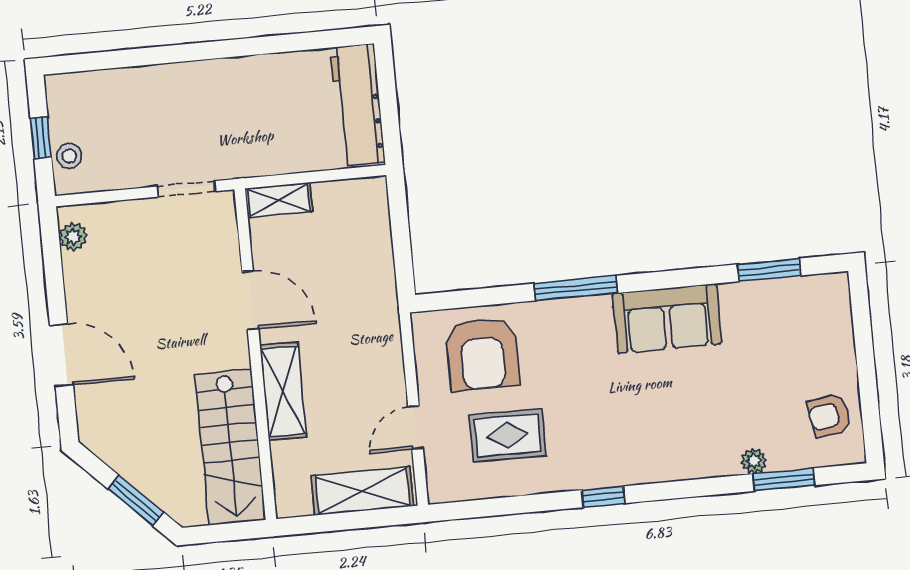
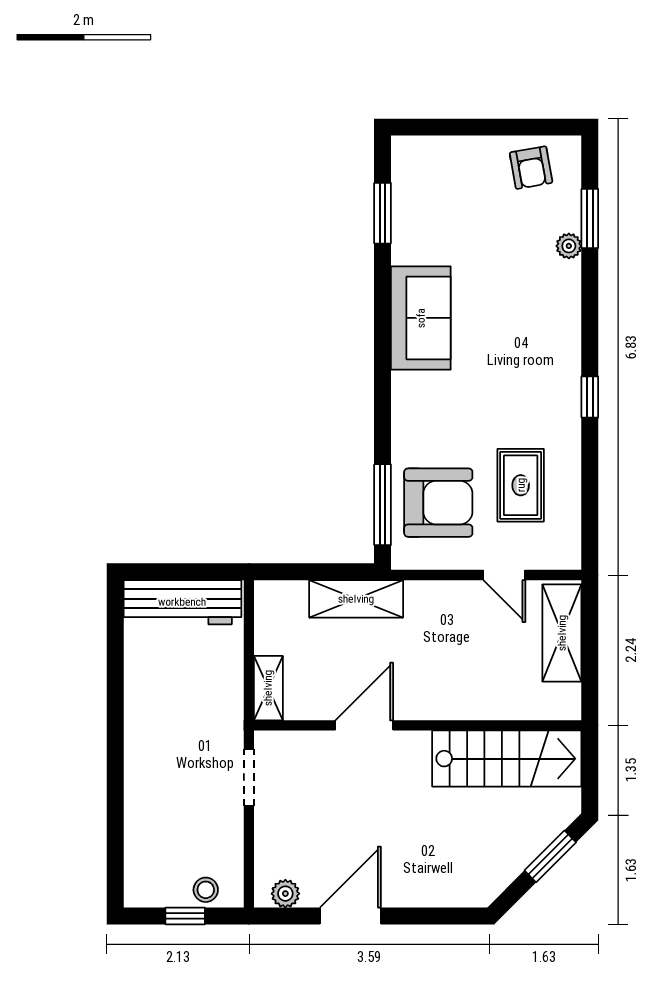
window: (576, 288) -> (383, 505), moved
door: (61, 355) -> (350, 916), moved
shelving: (283, 391) -> (356, 599), moved

